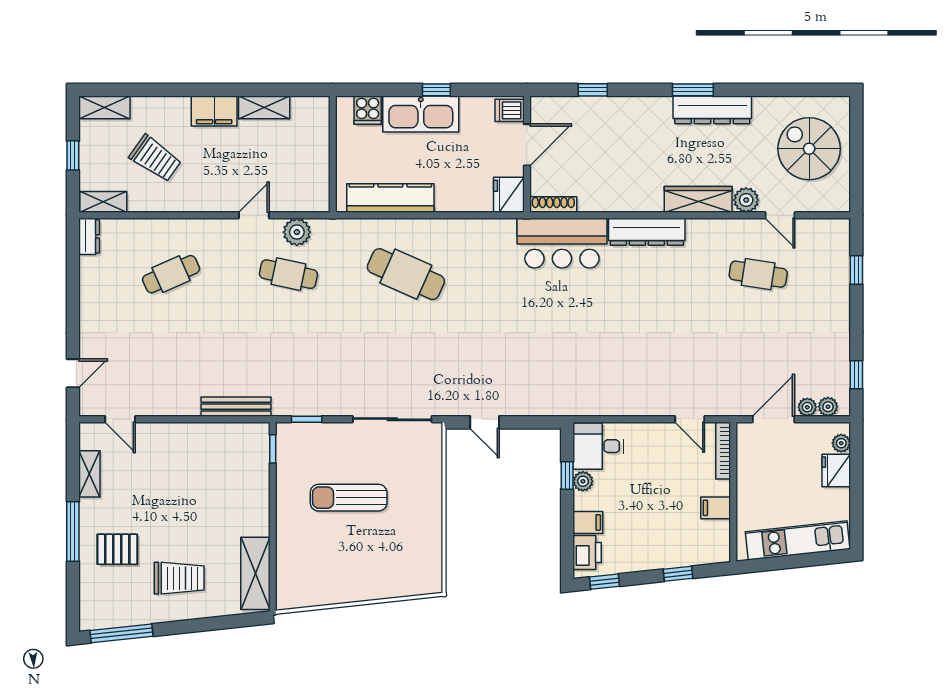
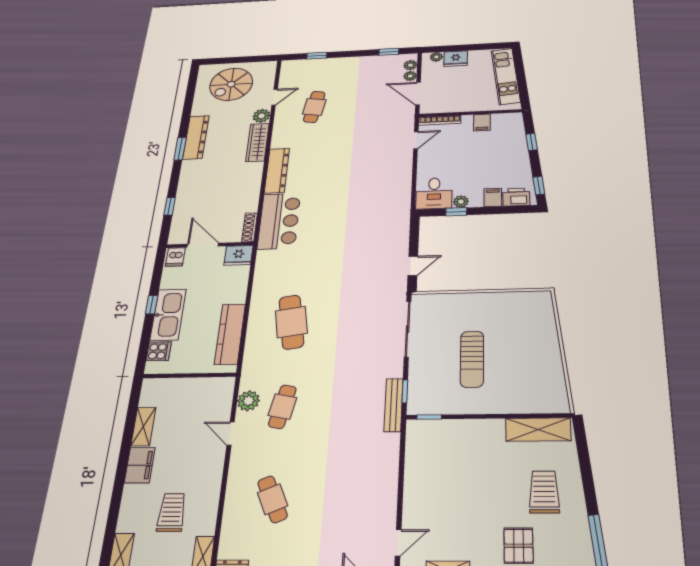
trolley: (155, 158) -> (172, 512), turned -35
cafe table: (406, 274) -> (291, 322), turned -33
bench: (236, 407) -> (393, 405), moved

